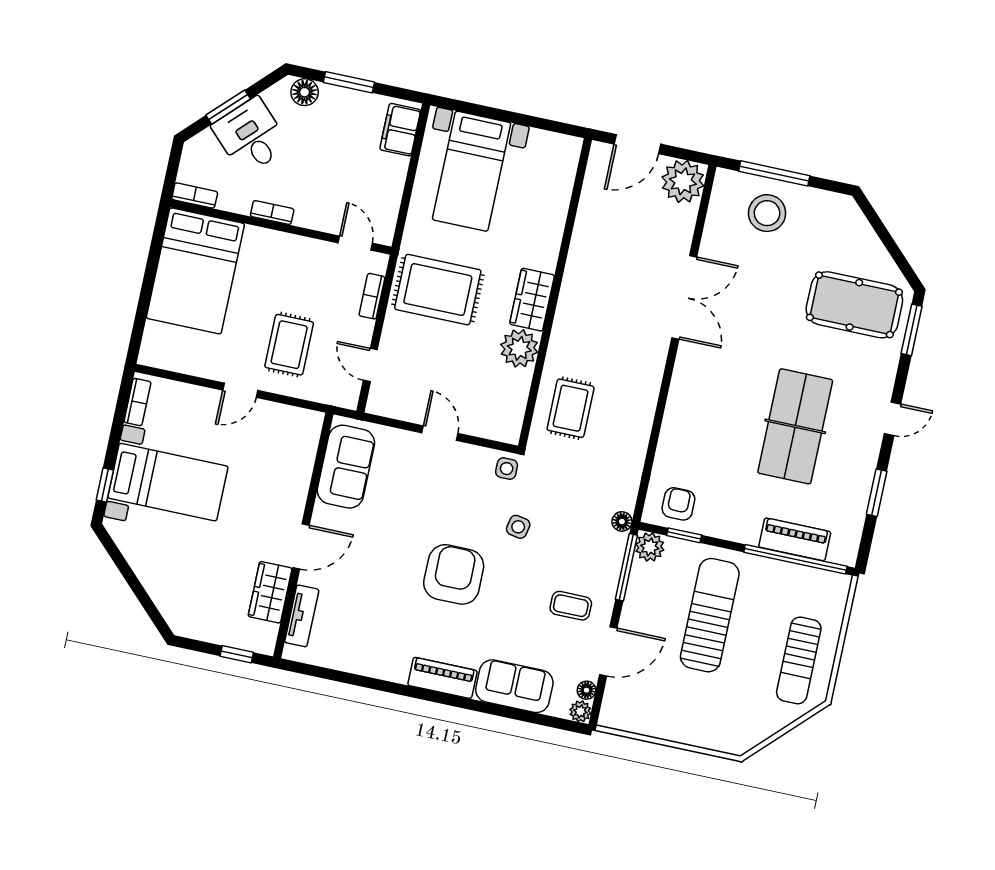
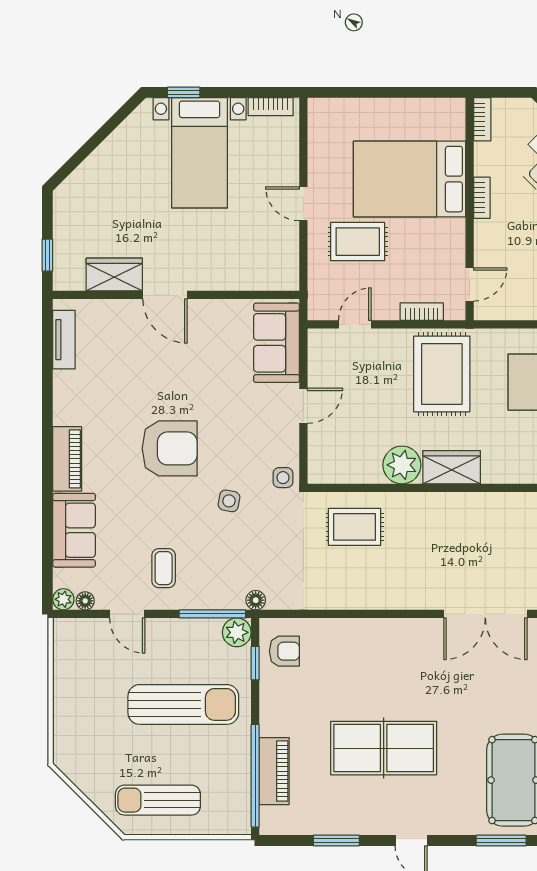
bed: (195, 271) -> (410, 179), moved
sofa: (346, 467) -> (276, 343), moved, turned 90
tv unit: (302, 616) -> (64, 340), moved, turned -90
door: (608, 651) -> (127, 614), width x0.73

